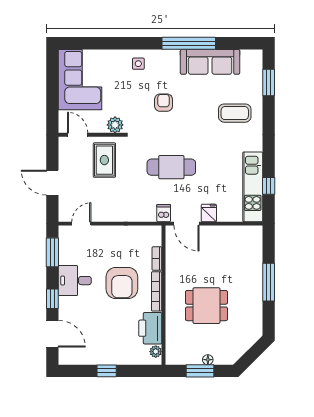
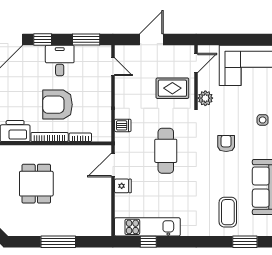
armchair: (164, 103) -> (226, 144), turned -90
coffee table: (235, 113) -> (228, 212), moved
dishwasher: (164, 213) -> (123, 125), moved

